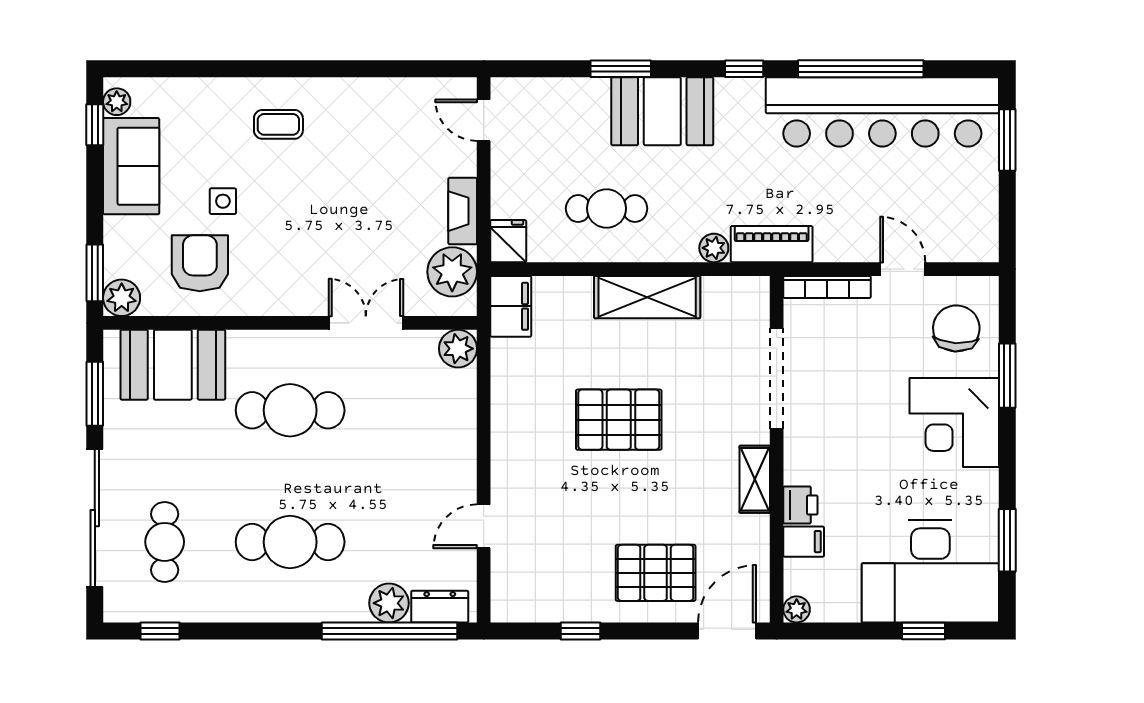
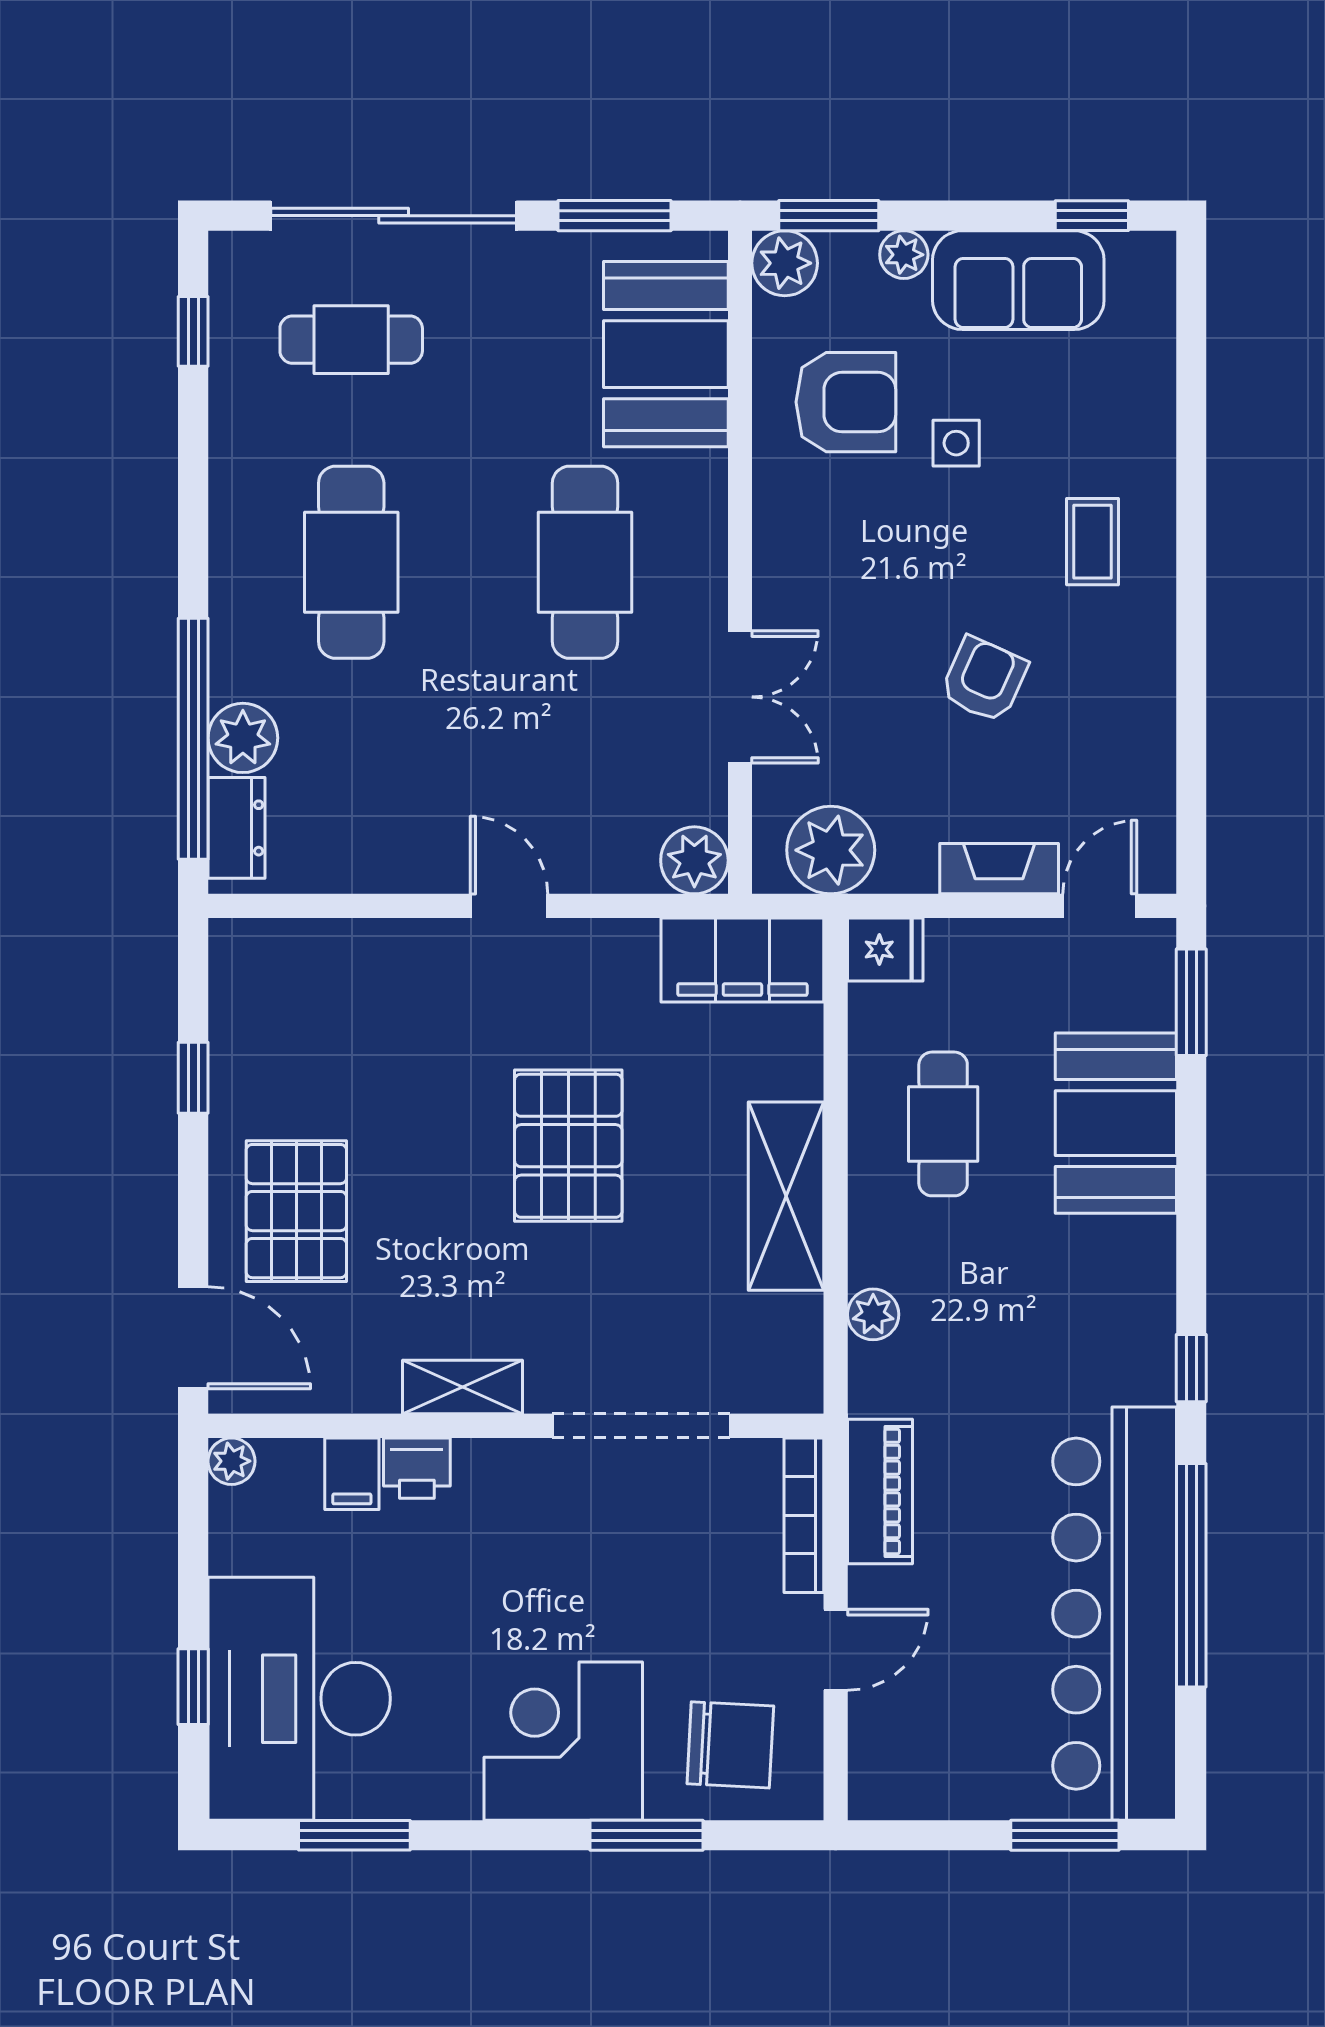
window: (621, 69) -> (1191, 1002), moved
plant: (117, 102) -> (904, 255), moved
booth: (662, 111) -> (1116, 1123), moved
armchair: (356, 186) -> (984, 680), added
fireplace: (463, 211) -> (999, 869), moved
piano: (772, 244) -> (880, 1491), moved
filing cabinet: (511, 306) -> (742, 960), width x1.50, depth x1.17
door: (484, 526) -> (509, 906), moved

